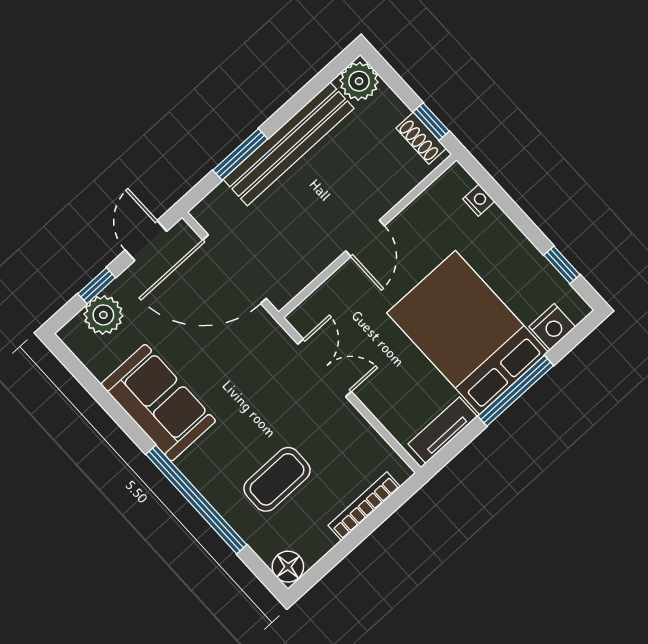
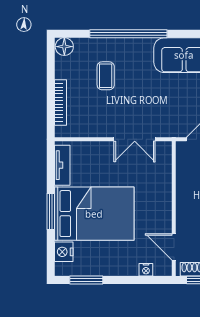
door: (365, 238) -> (174, 247), moved
window: (562, 265) -> (86, 280), width x1.50
window: (516, 391) -> (51, 211), width x0.69
coffee table: (277, 479) -> (106, 76), width x0.73, depth x0.77

